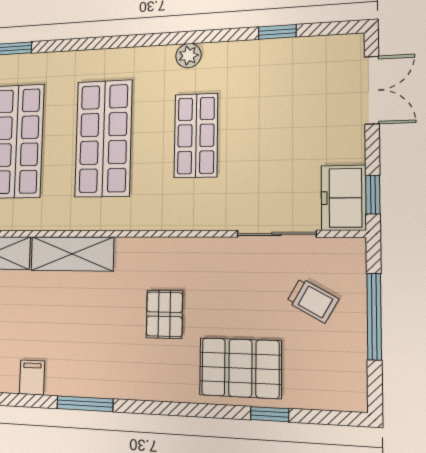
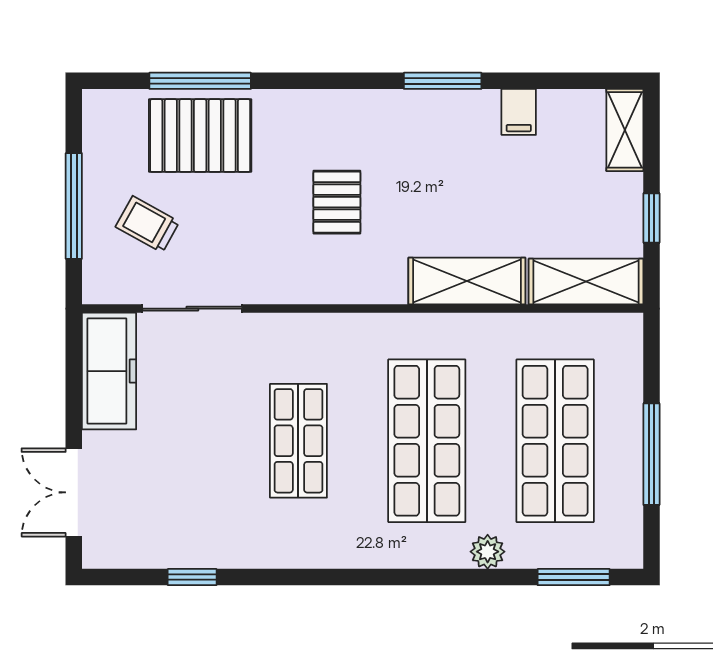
plant: (188, 56) -> (488, 552), moved
window: (373, 195) -> (74, 358), removed
freezer: (344, 198) -> (109, 371), width x1.40
pallet: (240, 368) -> (200, 136), moved
window: (270, 414) -> (200, 81), width x2.17

